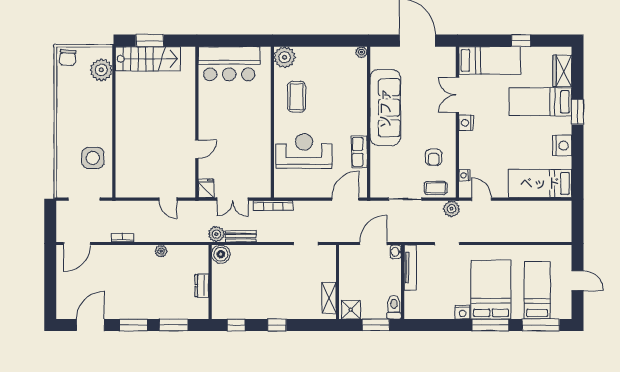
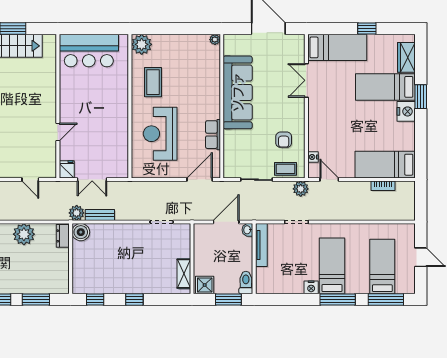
nightstand: (466, 123) -> (315, 107), removed
nightstand: (562, 146) -> (406, 111), moved
reception desk: (304, 151) -> (160, 134), turned -90
bookcase: (273, 206) -> (383, 186), moved, width x0.64
plant: (161, 251) -> (24, 234), width x1.88, depth x1.88
dresser: (202, 286) -> (63, 236), moved
bed: (491, 290) -> (332, 266), width x0.67

